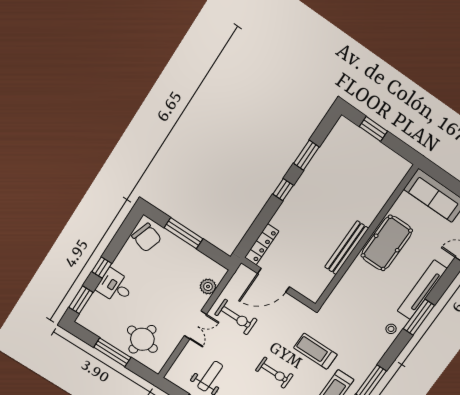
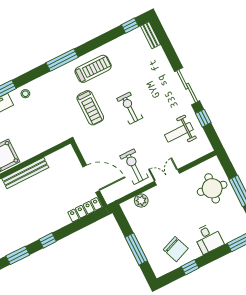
chair: (147, 238) -> (176, 249), moved, turned 141
window: (102, 267) -> (190, 267), moved

